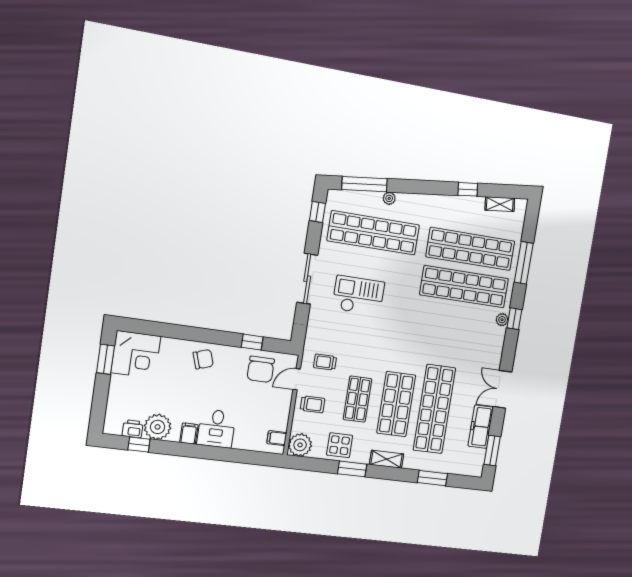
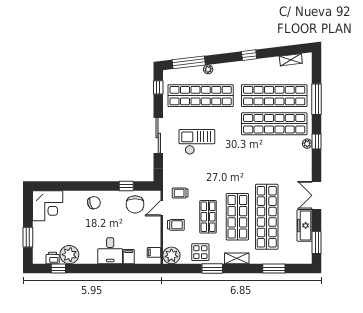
window: (468, 189) -> (249, 55), moved
window: (106, 359) -> (28, 237), moved
filing cabinet: (189, 434) -> (129, 257), moved

